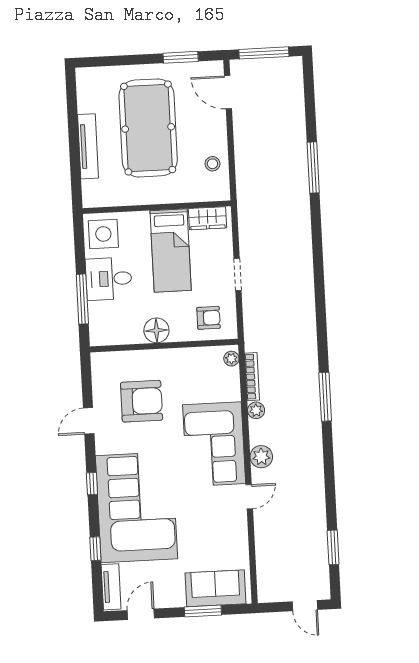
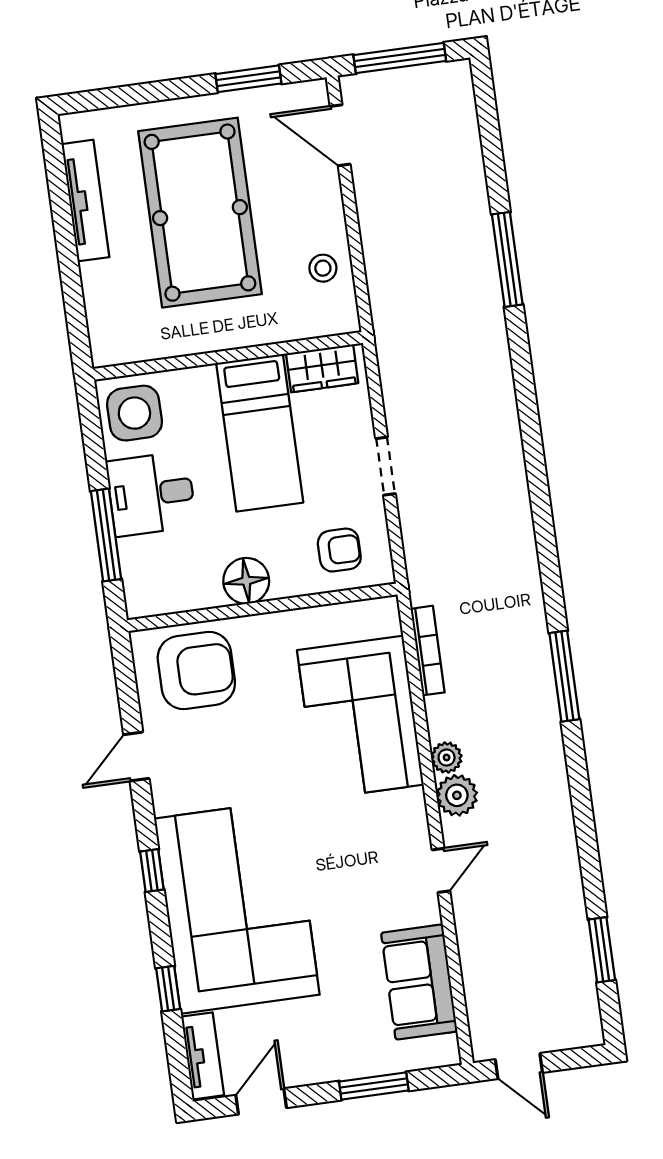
tv unit: (88, 146) -> (86, 201), moved
plant: (231, 359) -> (387, 621), removed
armchair: (142, 401) -> (196, 670), moved
plant: (256, 410) -> (447, 758), moved
corner sofa: (214, 444) -> (360, 717), moved
sofa: (215, 588) -> (419, 982), moved, turned -90
door: (305, 606) -> (519, 1066), moved

